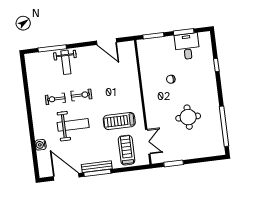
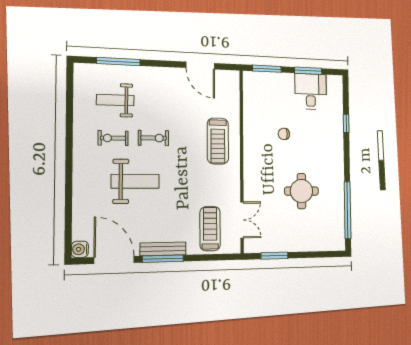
weight bench: (66, 62) -> (115, 100), moved, turned 90
treadmill: (119, 121) -> (218, 141), moved, turned -90
water cooler: (41, 145) -> (80, 249), moved

